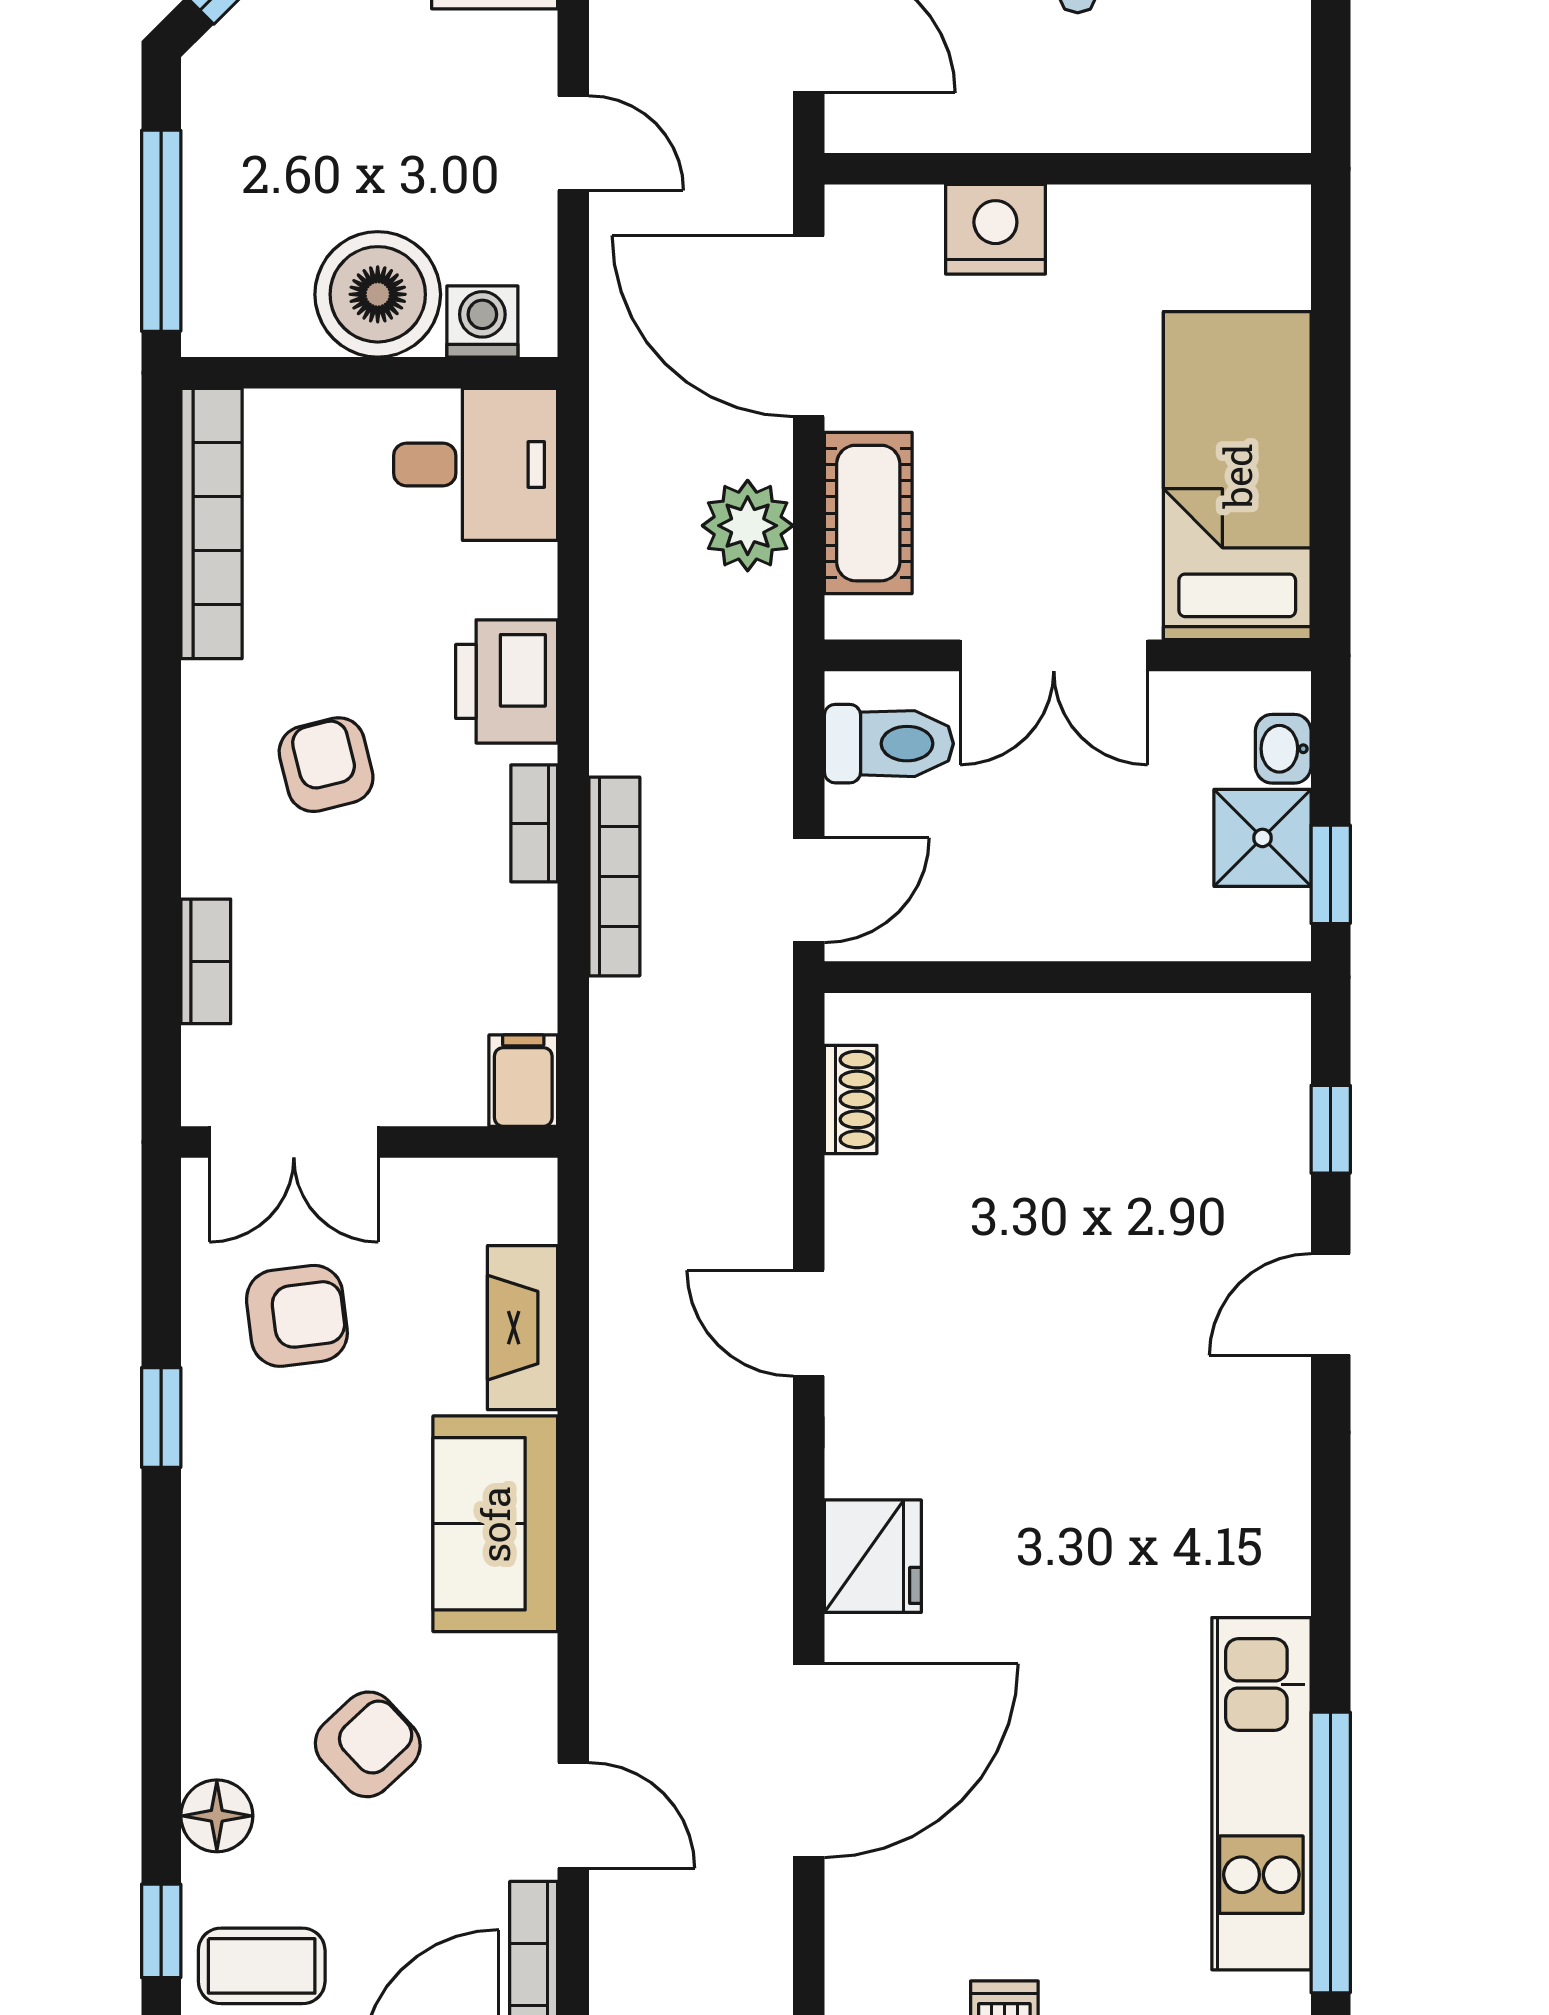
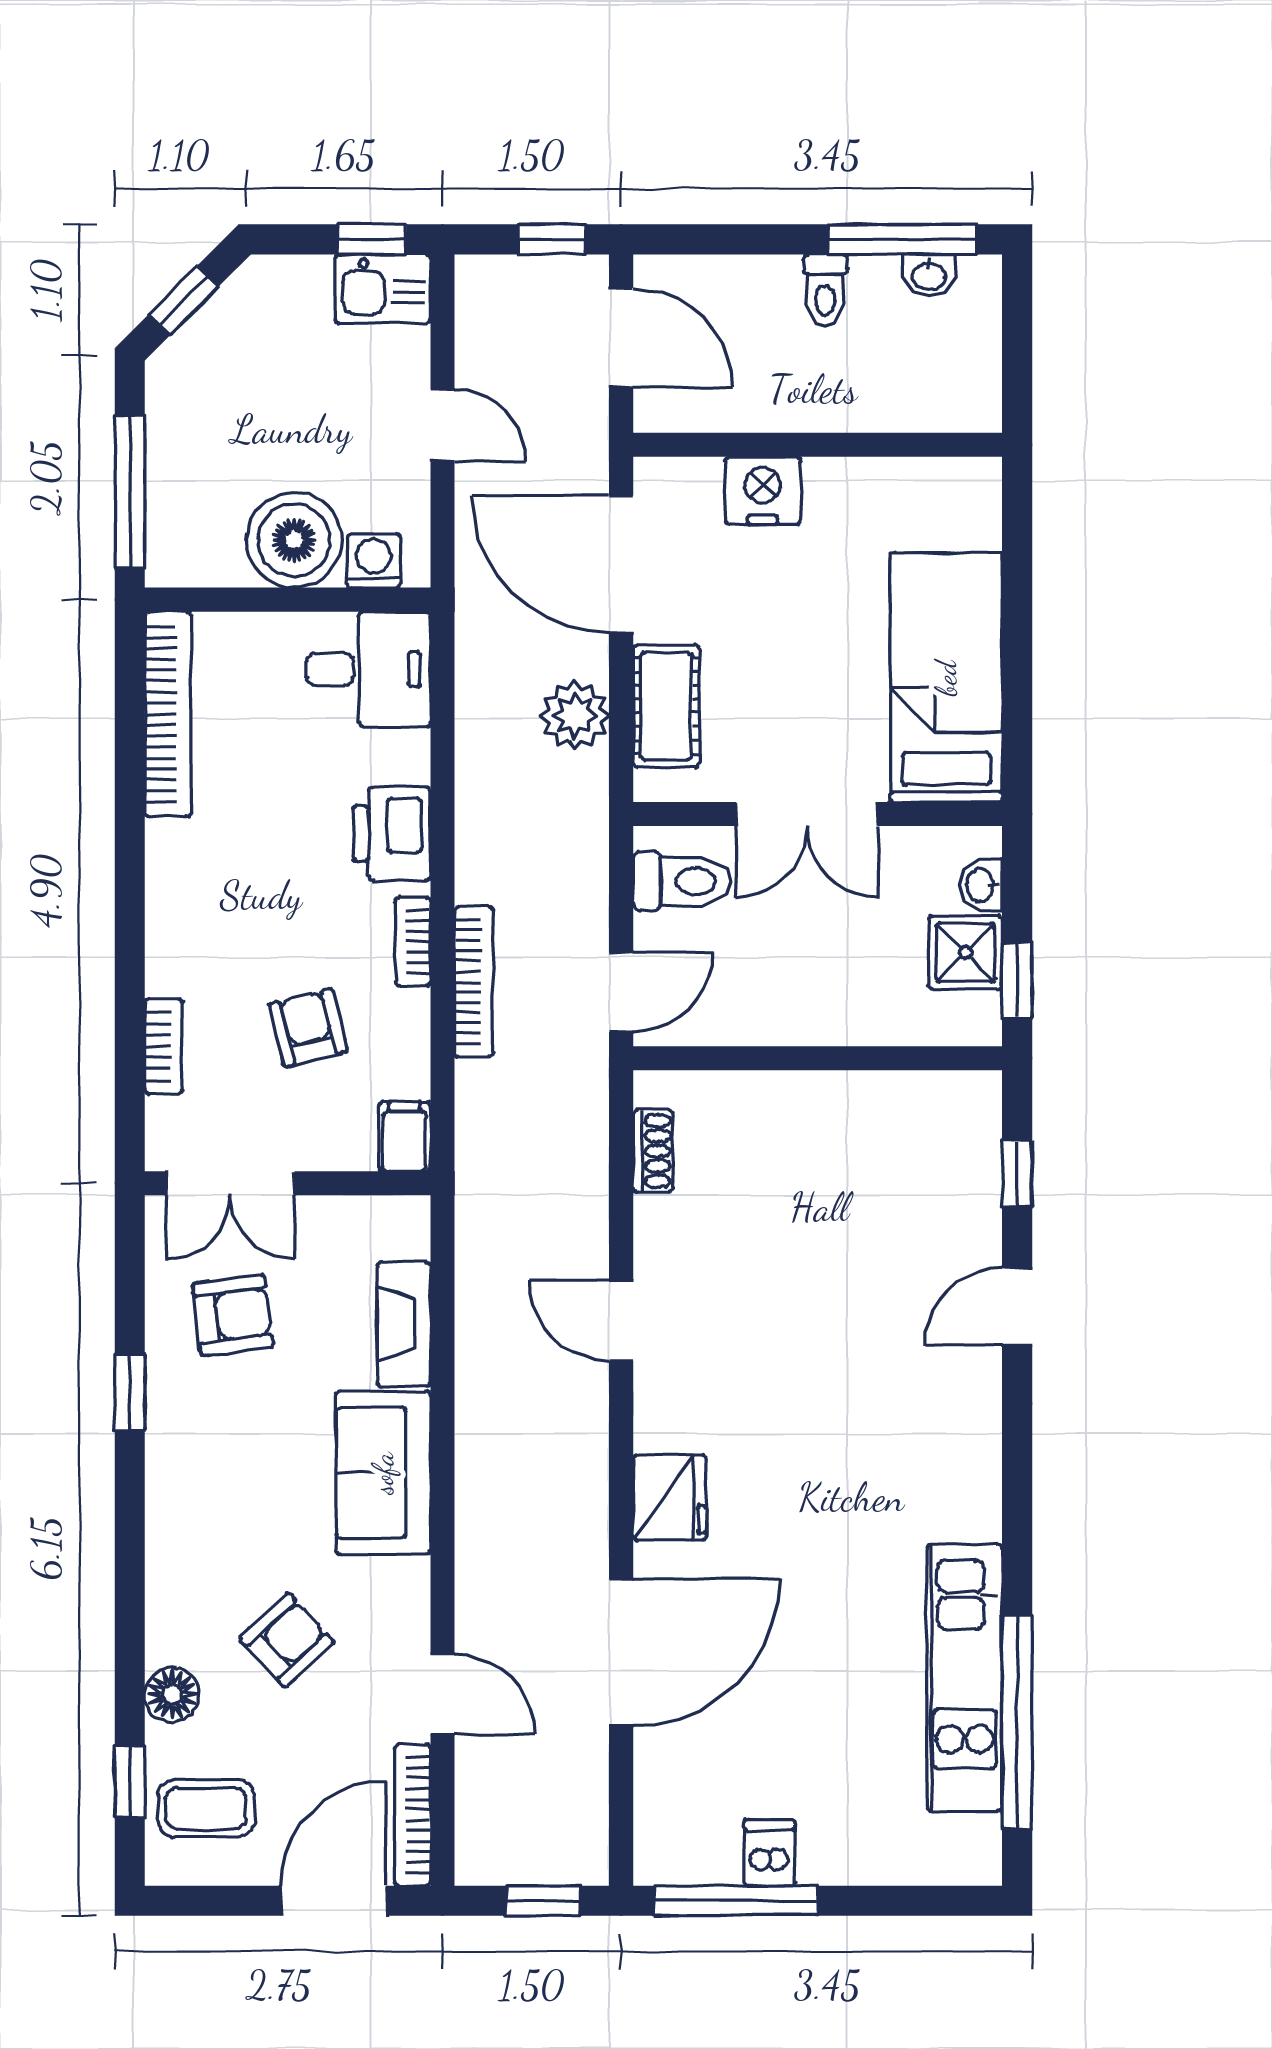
armchair: (326, 765) -> (308, 1028), moved

